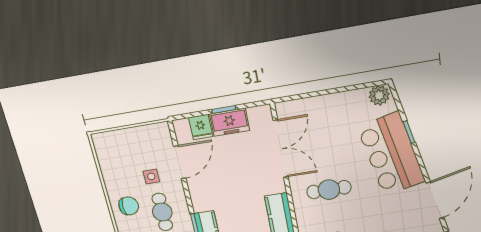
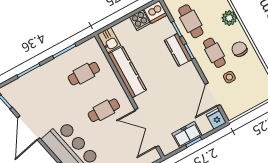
fridge: (201, 127) -> (216, 119), moved
chair: (129, 206) -> (239, 49), turned 90

